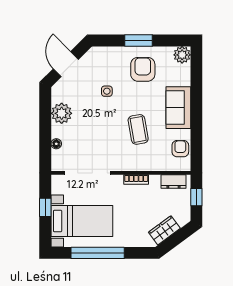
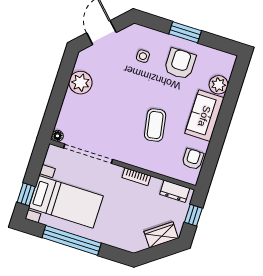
plant: (182, 55) -> (219, 85), moved
side table: (107, 91) -> (143, 56), moved
floor lamp: (56, 144) -> (57, 136), moved
window: (45, 207) -> (26, 194), moved
wardrobe: (164, 230) -> (161, 235), moved

